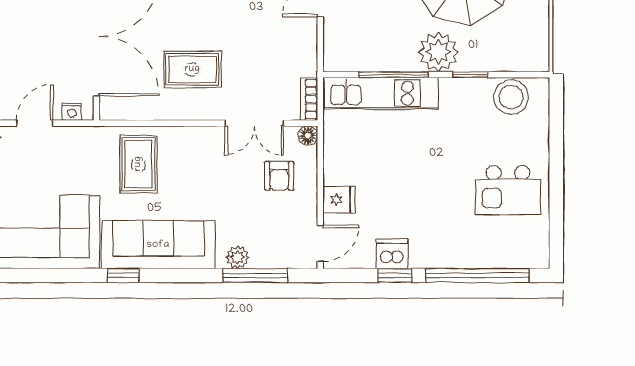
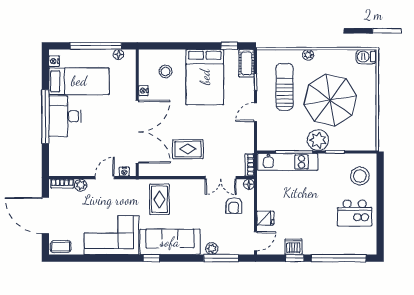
stool: (511, 97) -> (360, 176), moved

